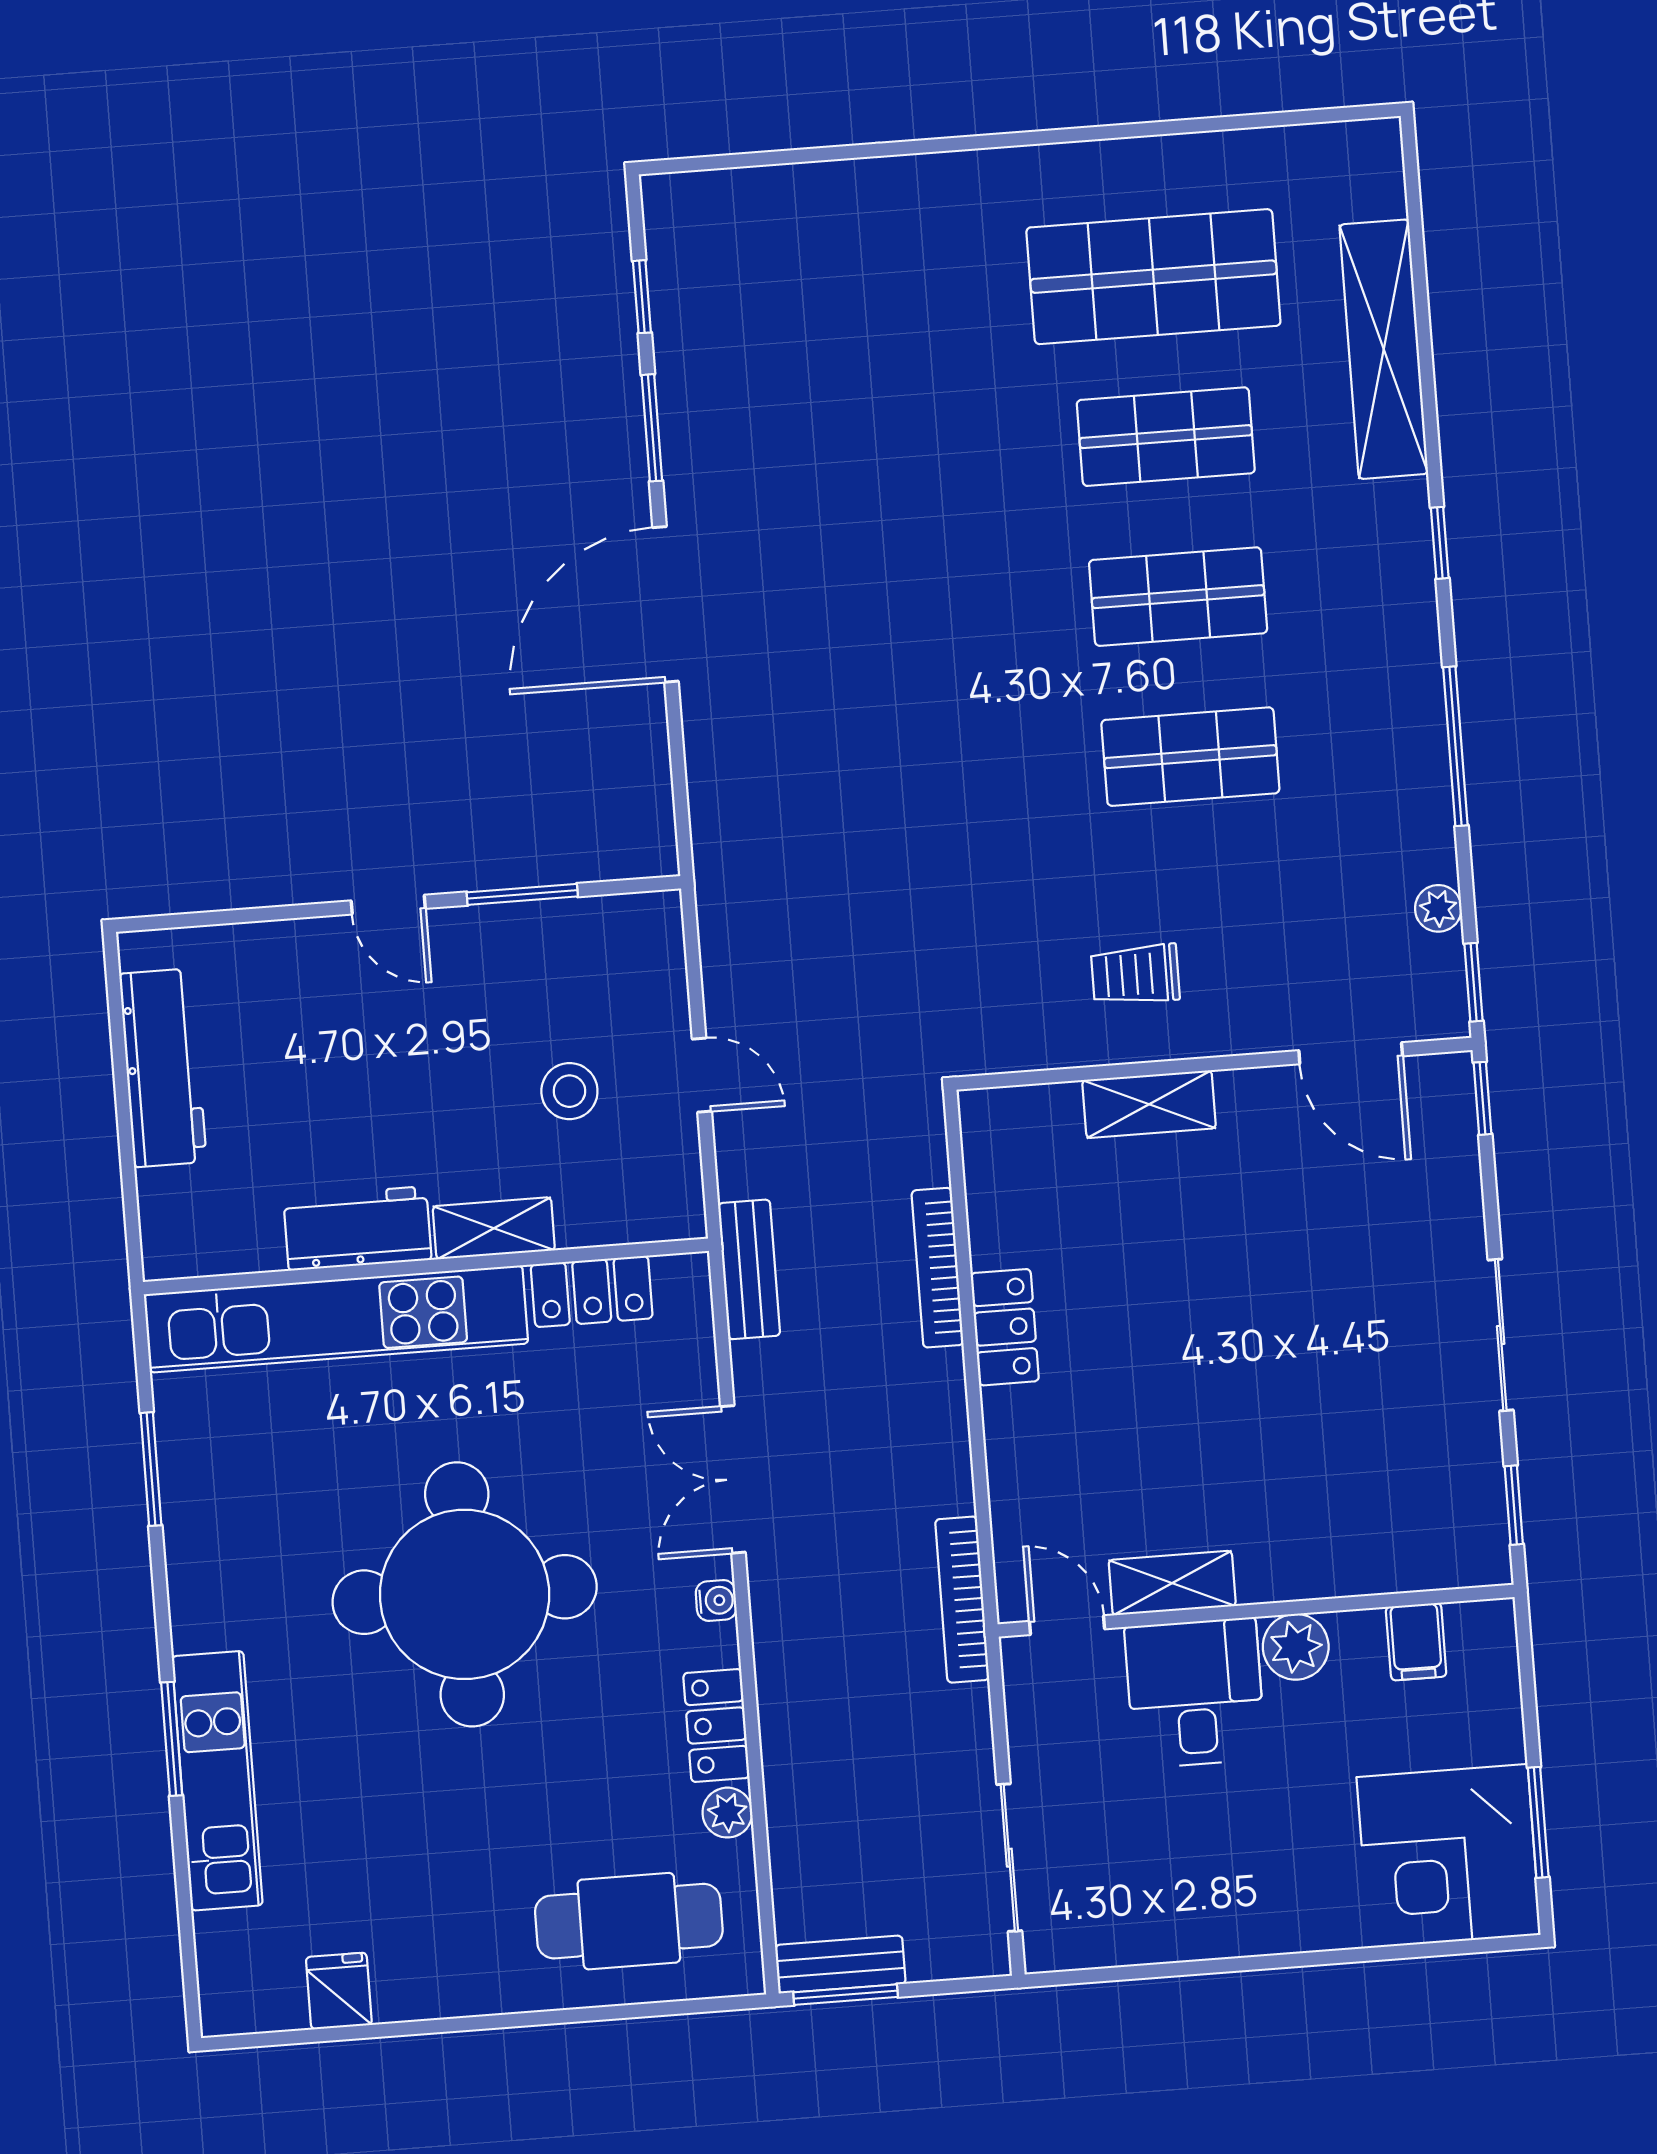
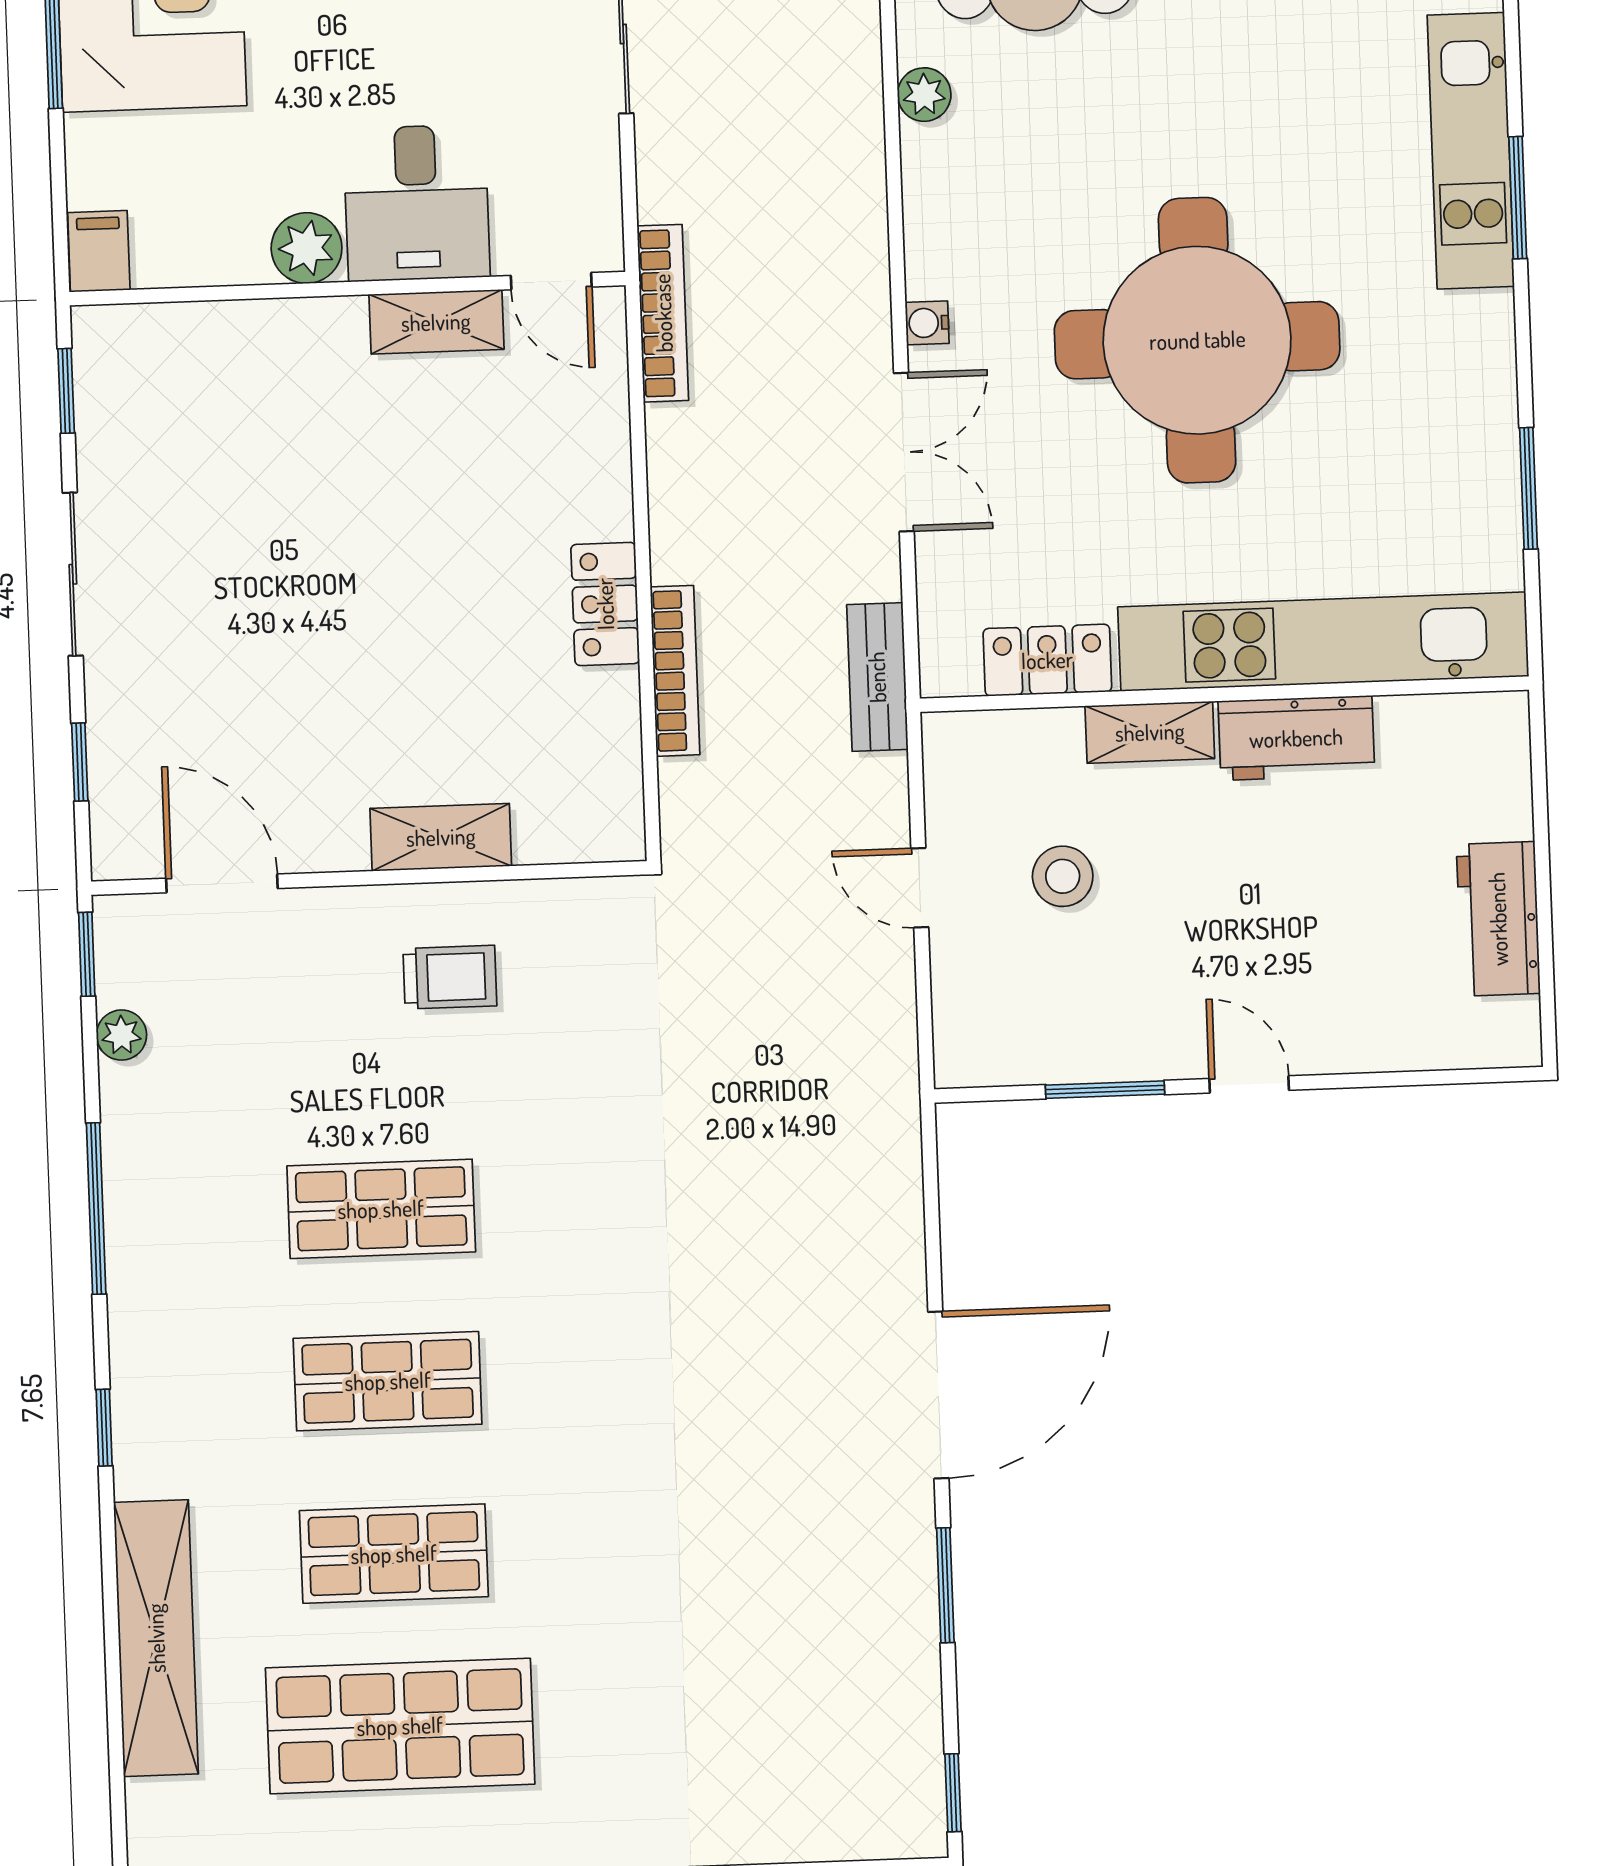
window: (642, 297) -> (953, 1793), moved
workbench: (163, 1068) -> (1498, 919), width x0.73
window: (1483, 1098) -> (80, 762), moved
filing cabinet: (1416, 1642) -> (99, 251), moved
locker: (716, 1725) -> (932, 189), removed

